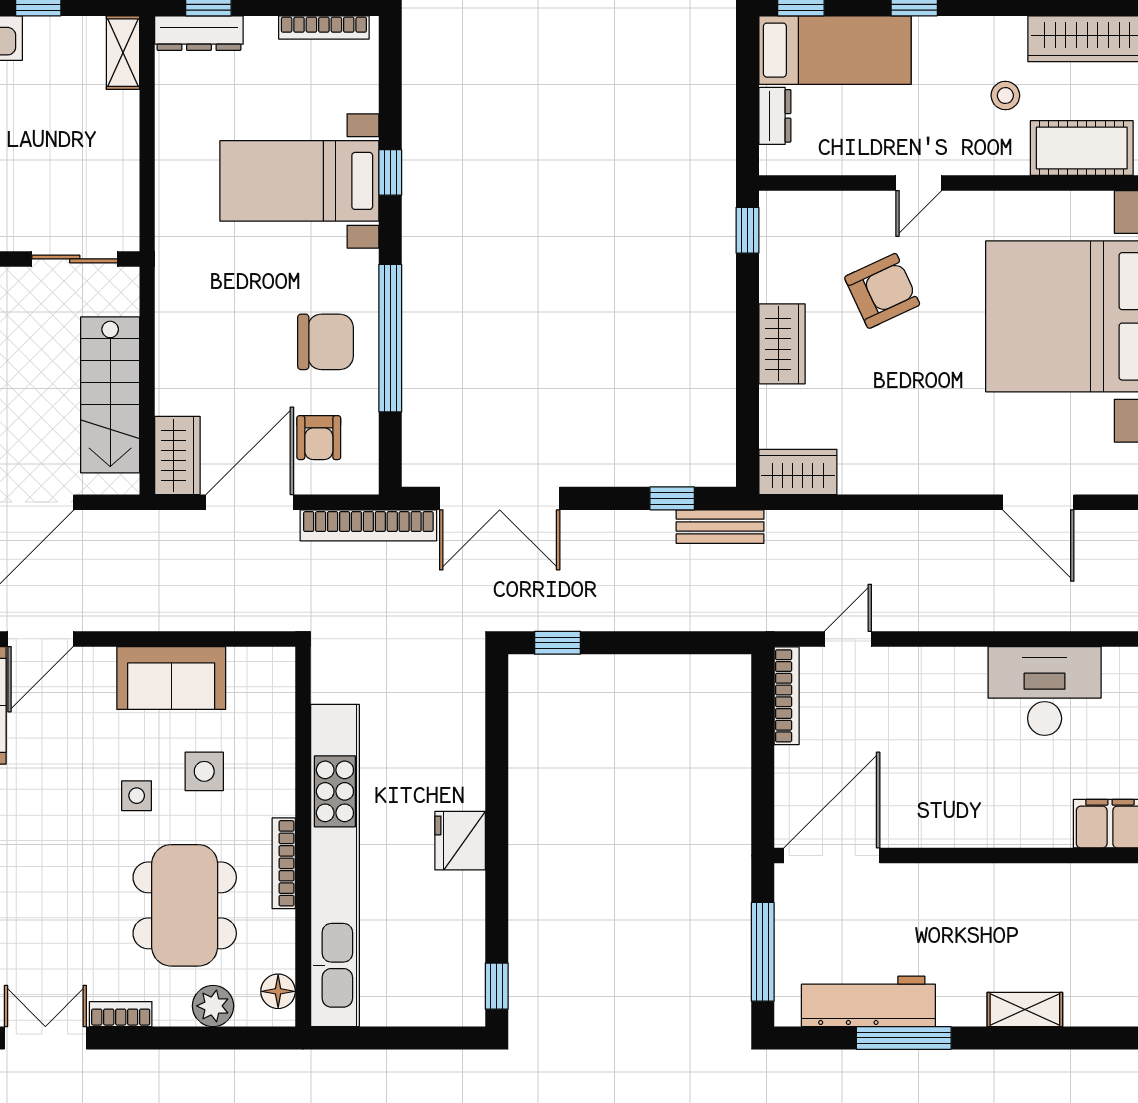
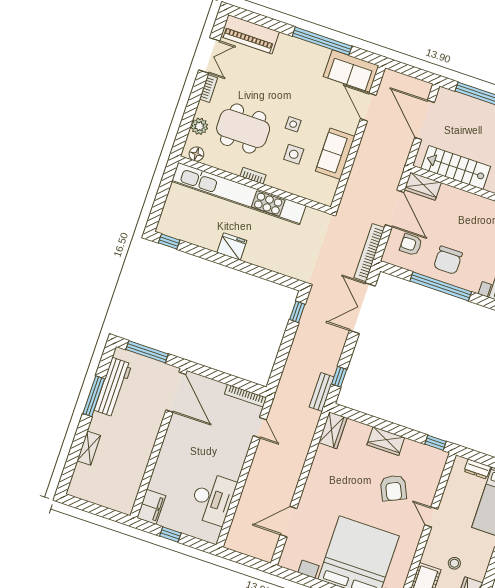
bookcase: (284, 863) -> (253, 176), width x0.64

